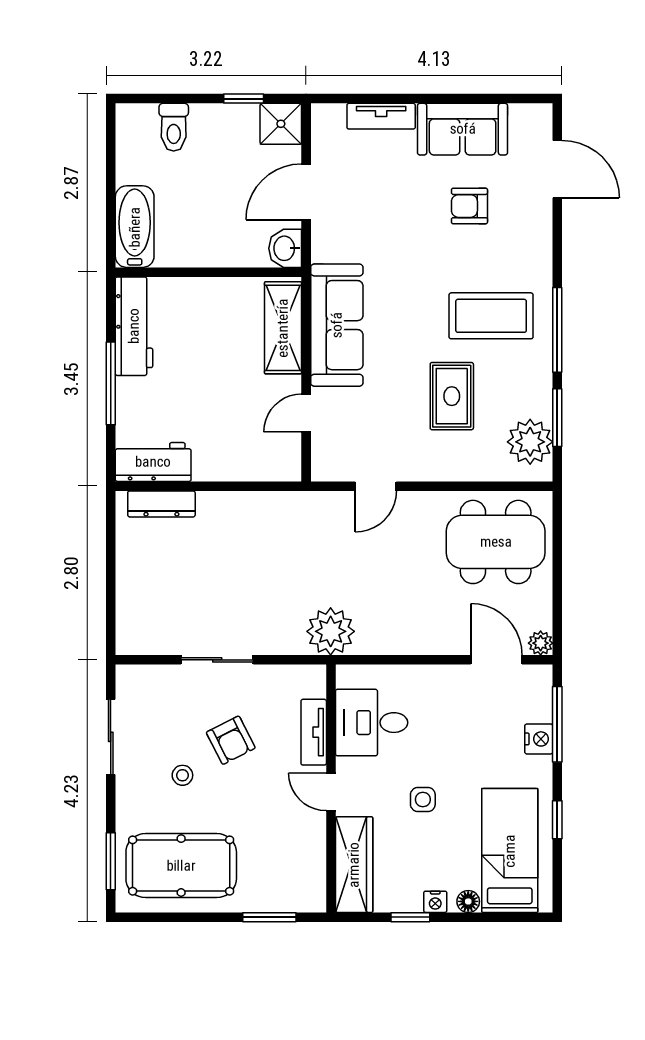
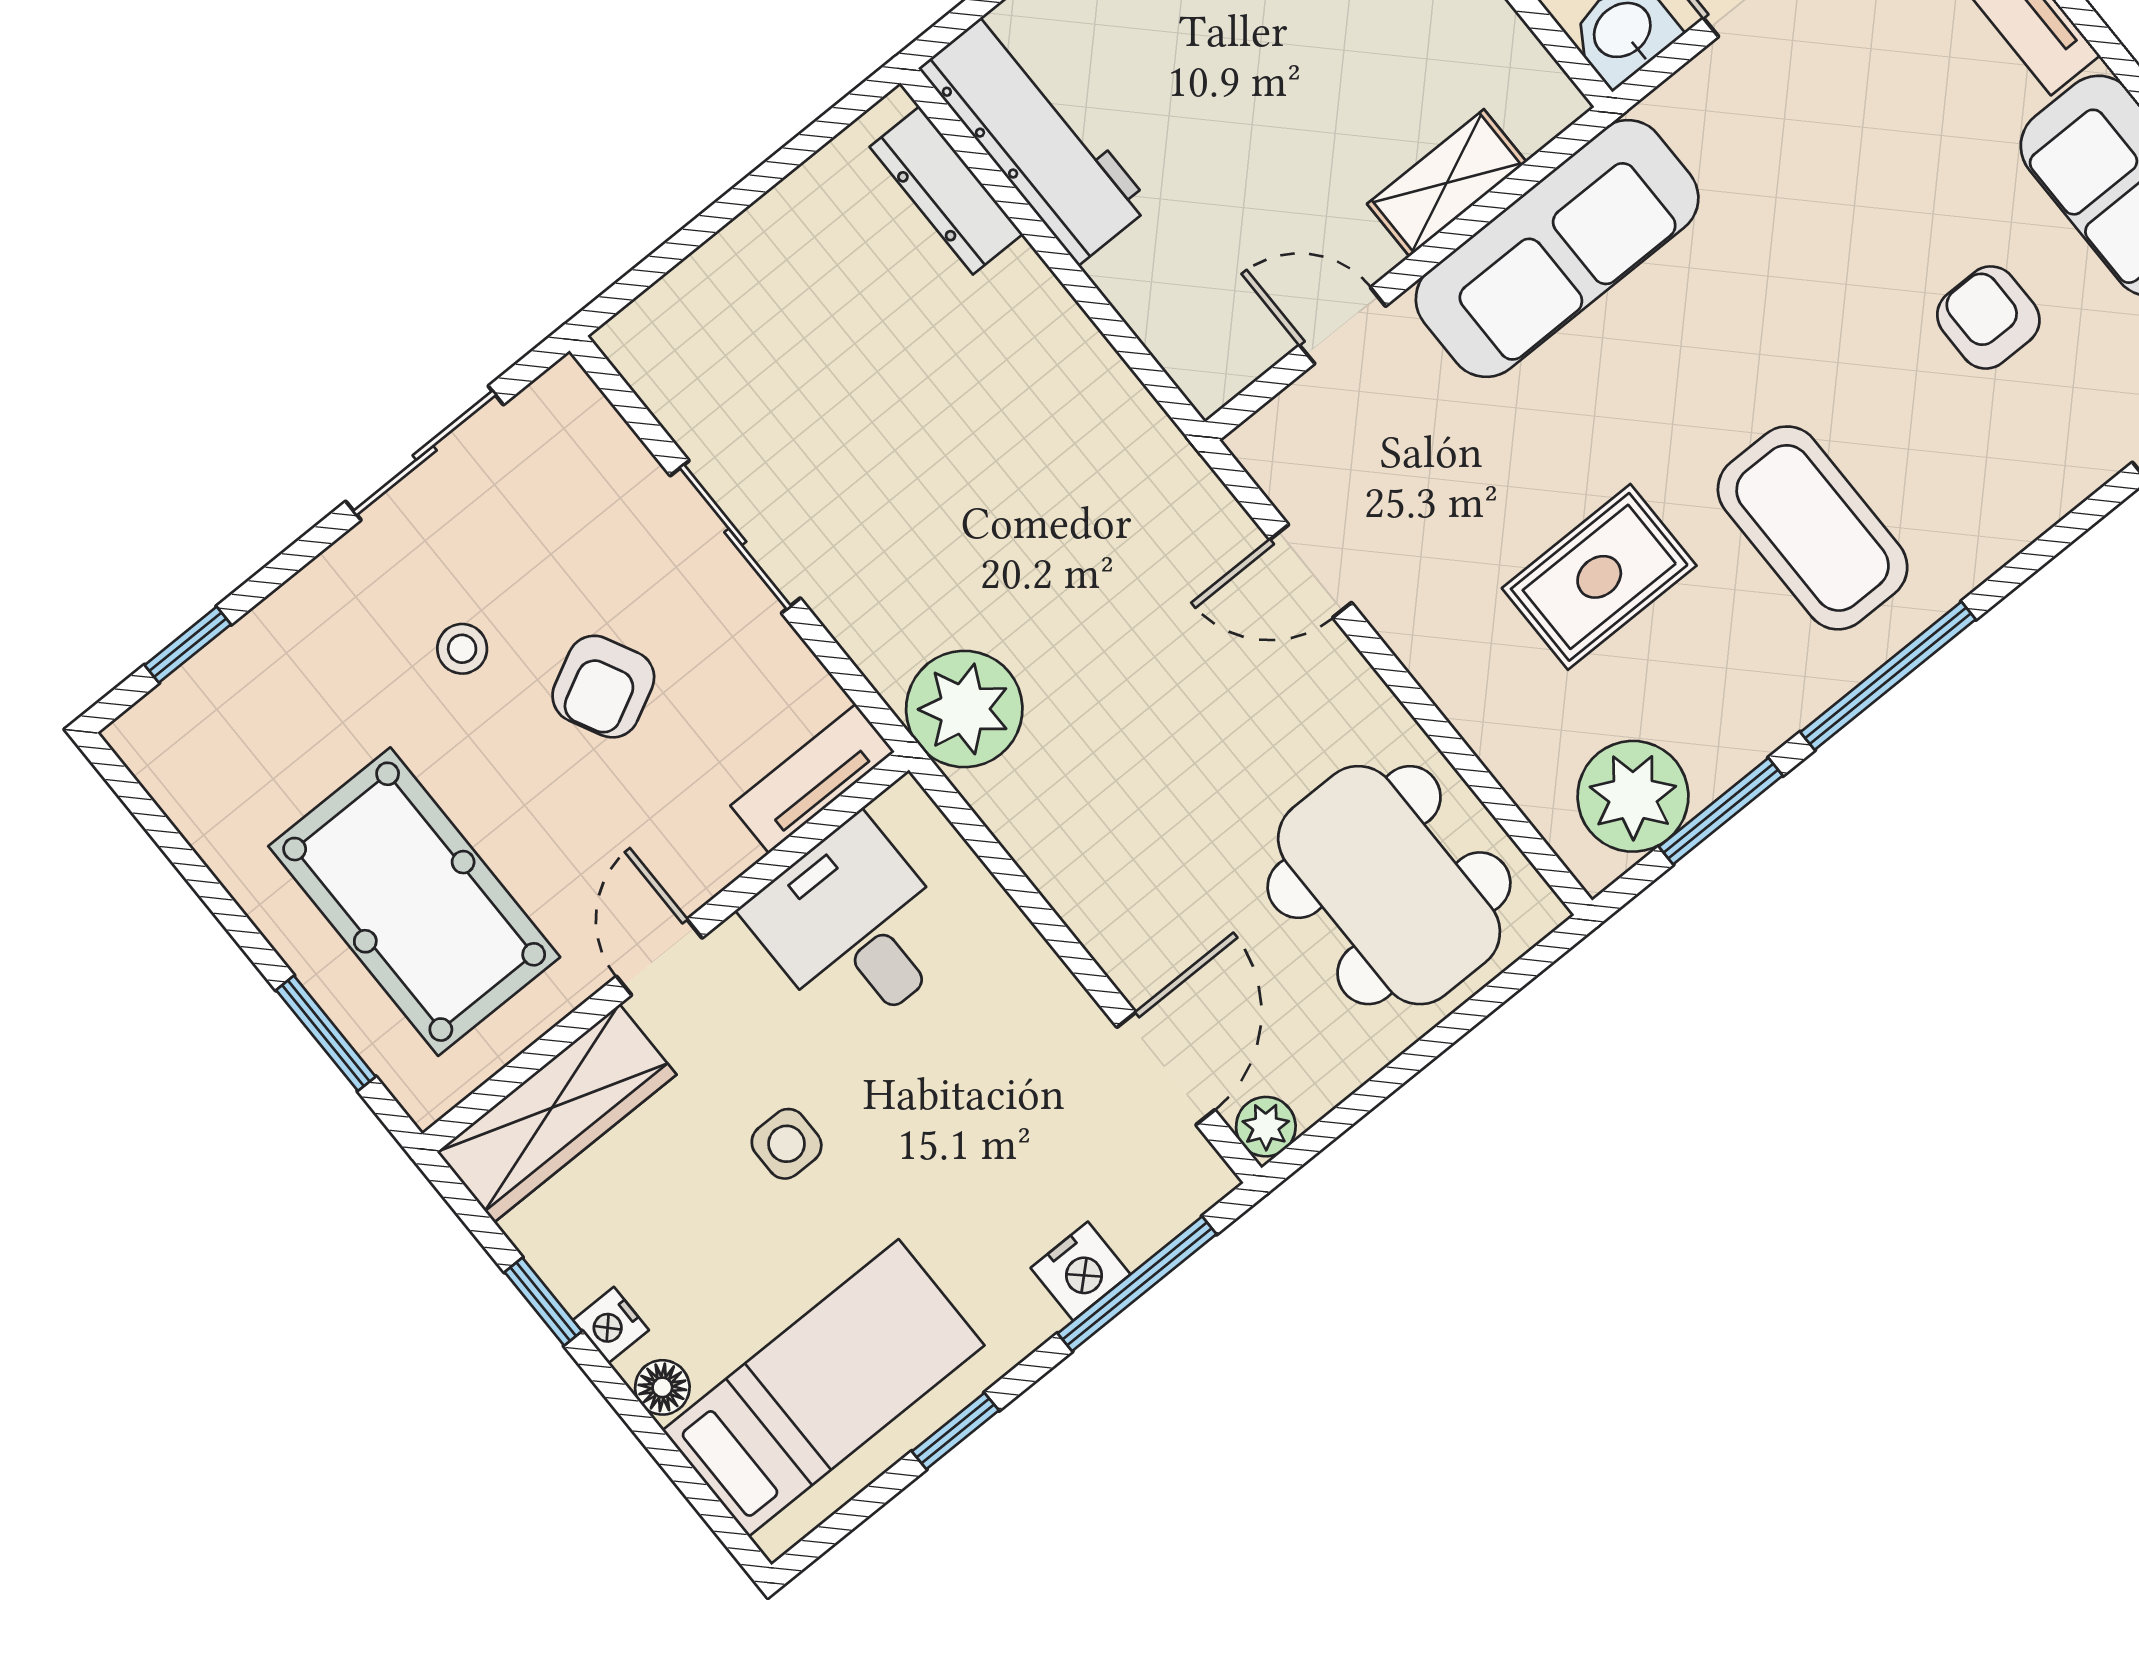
shelving: (283, 328) -> (1447, 183), width x0.67, depth x0.75
workbench: (153, 462) -> (1035, 137), width x1.37
tv unit: (314, 732) -> (812, 779), moved
window: (111, 861) -> (188, 645), width x0.67
pool table: (181, 866) -> (414, 902), moved

